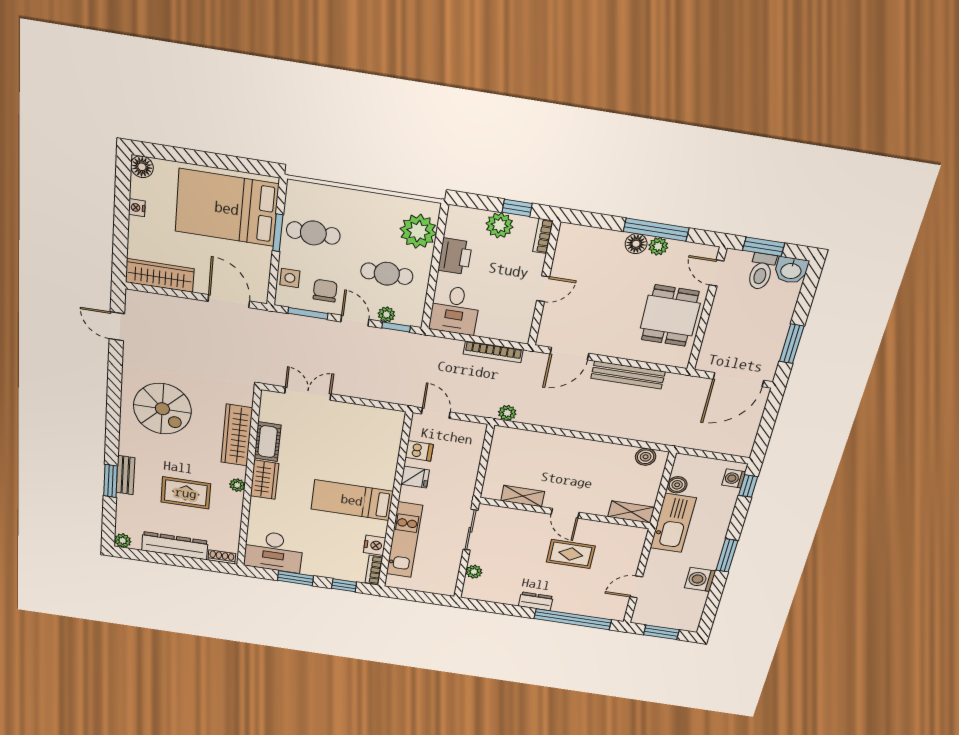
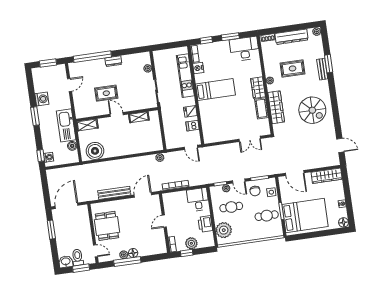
spiral stairs: (162, 409) -> (312, 110), turned 180
boiler: (646, 457) -> (95, 151), width x1.86, depth x1.86

